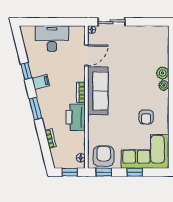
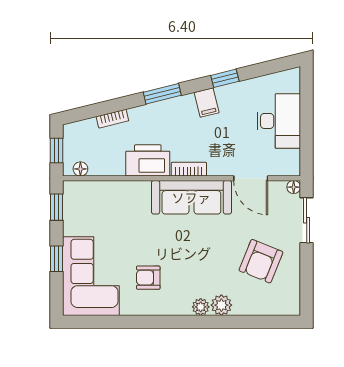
armchair: (104, 156) -> (261, 261), moved, turned 112

